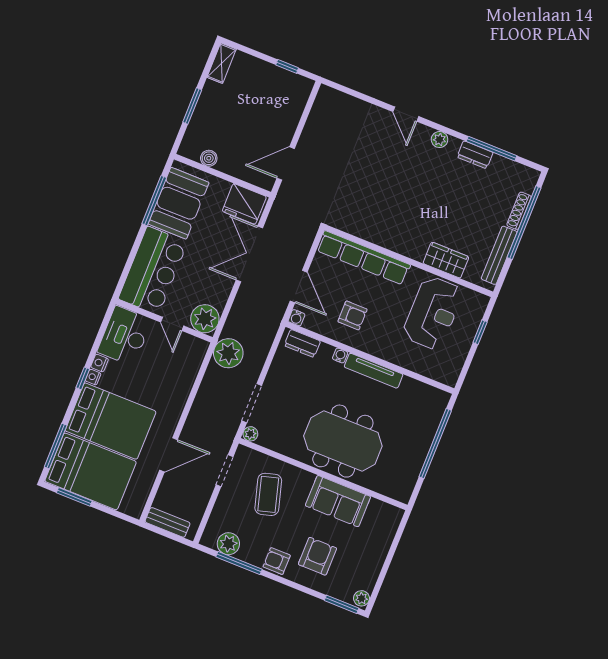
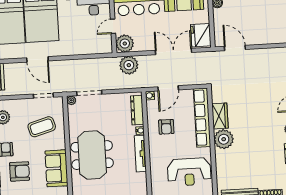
plant: (409, 241) -> (224, 139), added
wardrobe: (446, 260) -> (220, 116), moved
dresser: (302, 343) -> (137, 110), width x1.44
plant: (228, 353) -> (129, 65), moved

